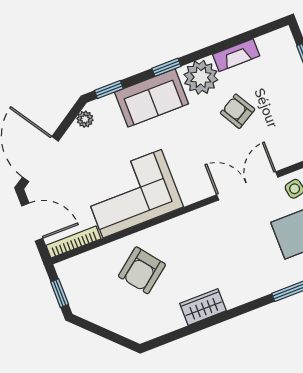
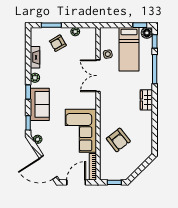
plant: (201, 77) -> (35, 78), width x0.53, depth x0.53
armchair: (238, 111) -> (58, 43), moved
wardrobe: (203, 307) -> (146, 100), moved

